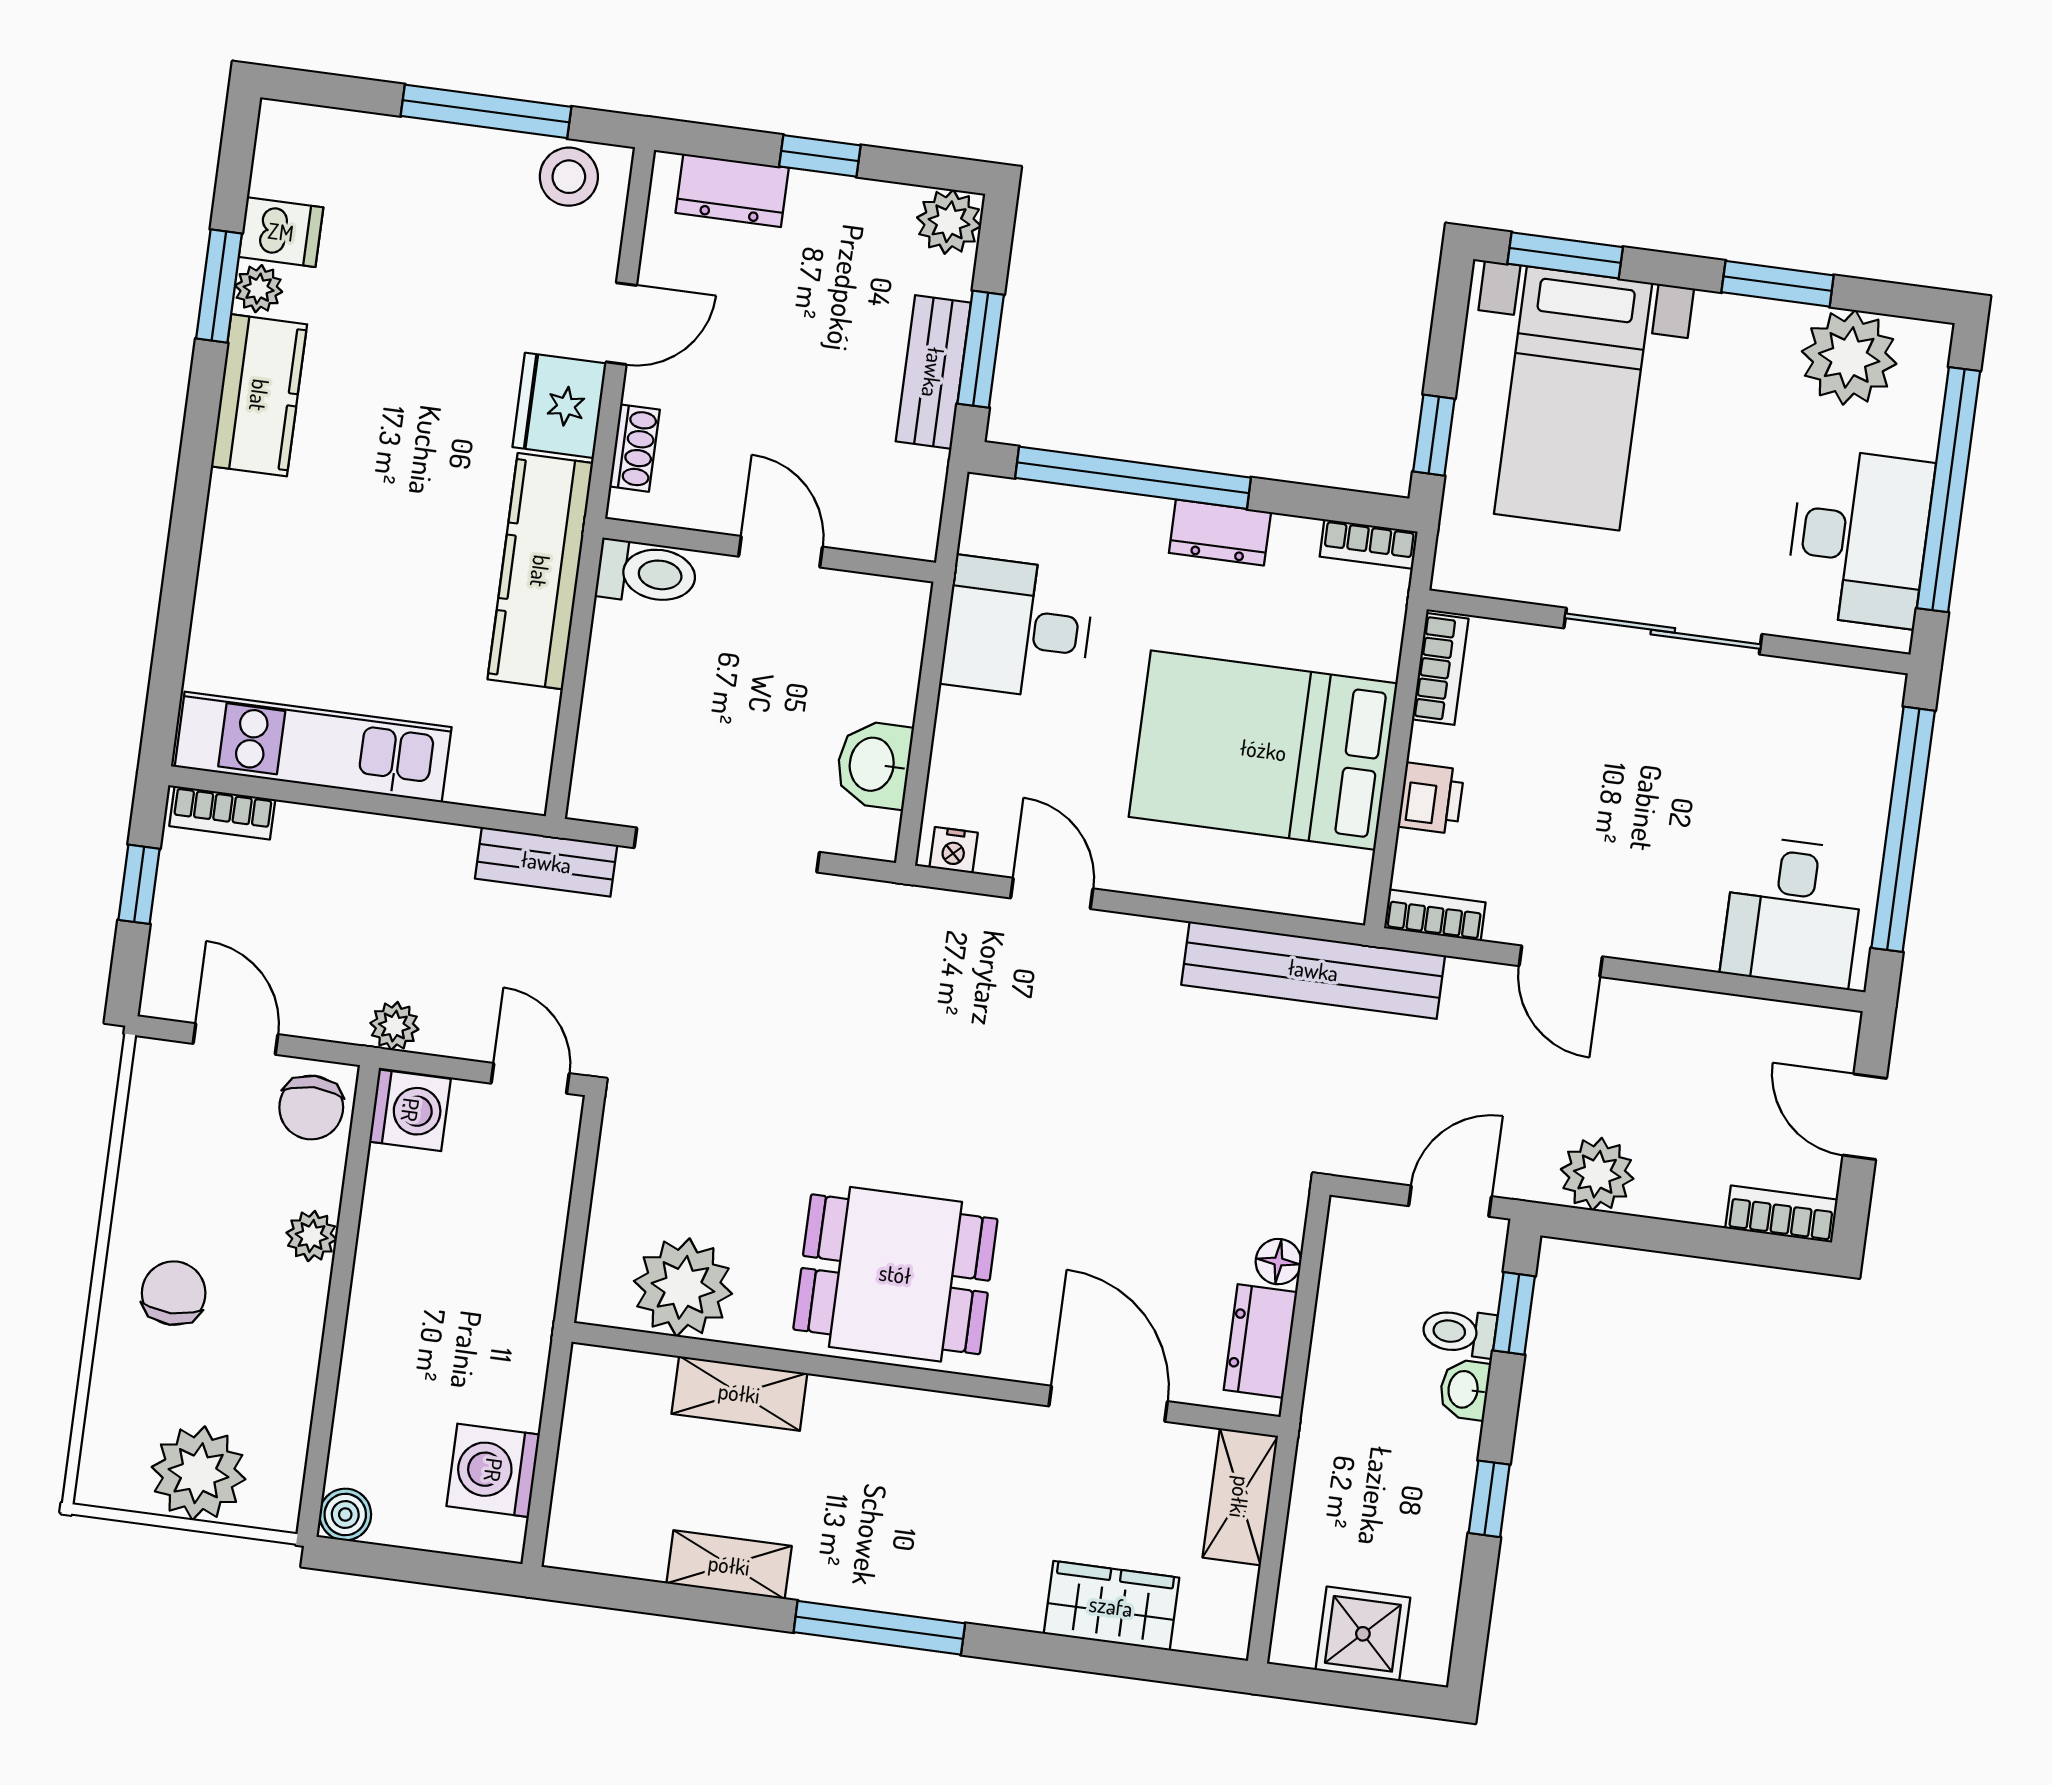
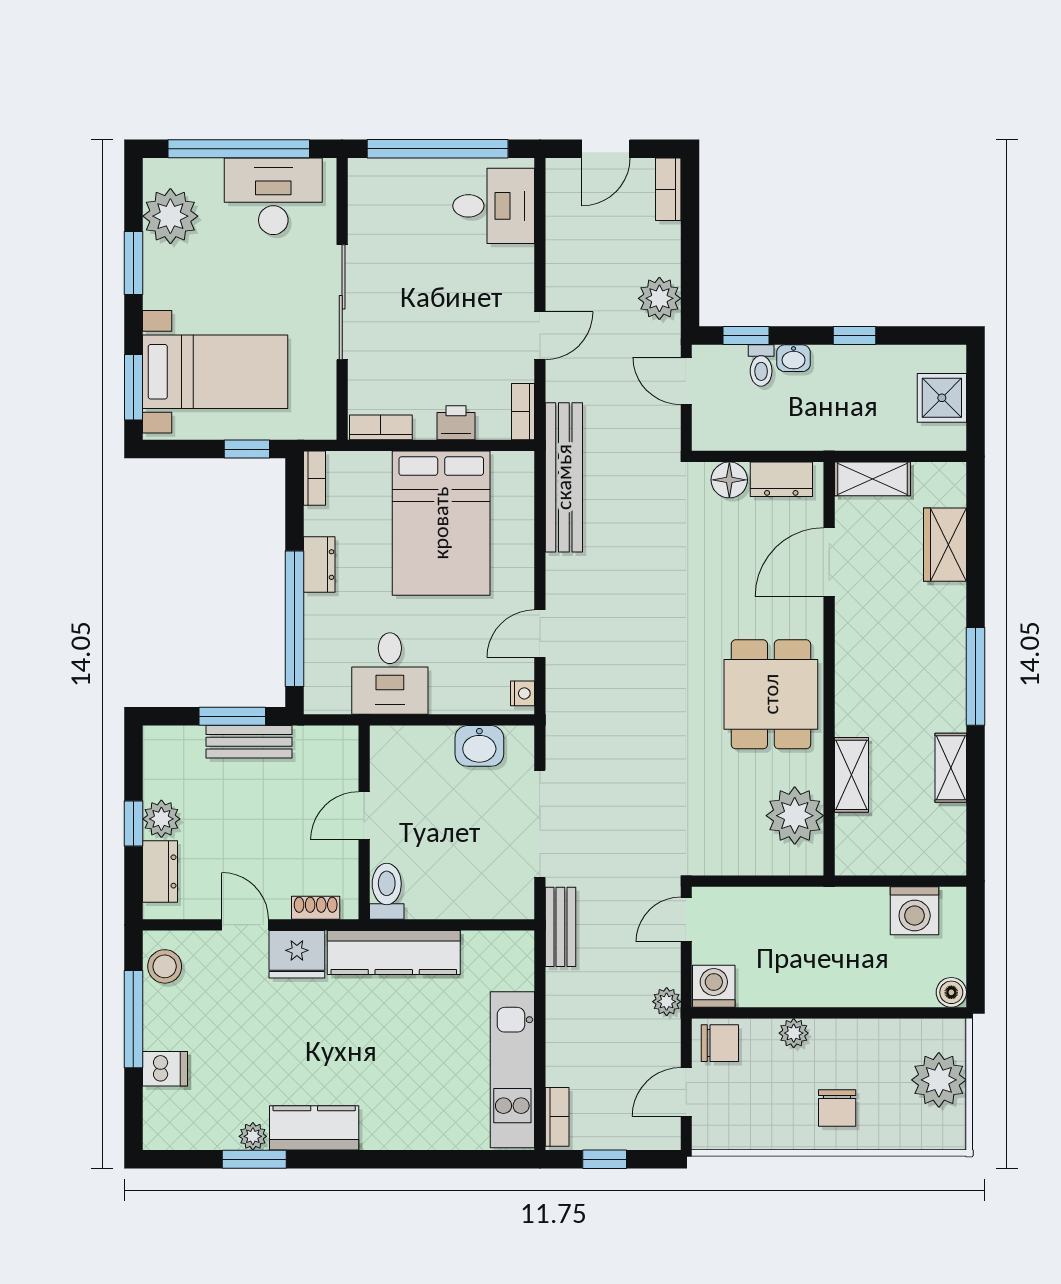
plant: (949, 222) -> (161, 819), moved
dishwasher: (281, 232) -> (165, 1069), moved, turned 90
floor lamp: (1278, 1262) -> (729, 480), width x1.37, depth x1.37
chair: (174, 1293) -> (837, 1108), turned -90

